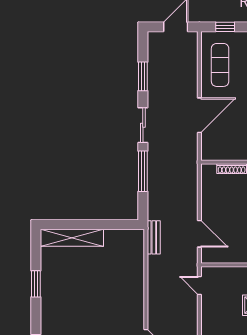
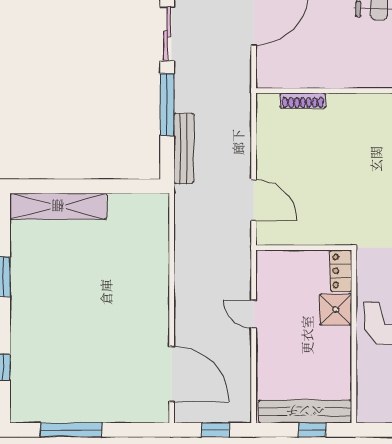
bench: (154, 237) -> (184, 148), moved, width x1.36
door: (199, 285) -> (254, 314), moved

